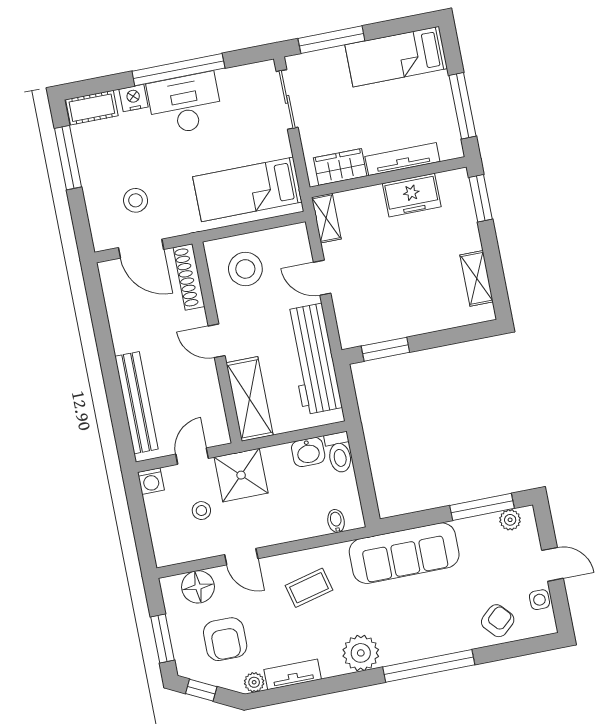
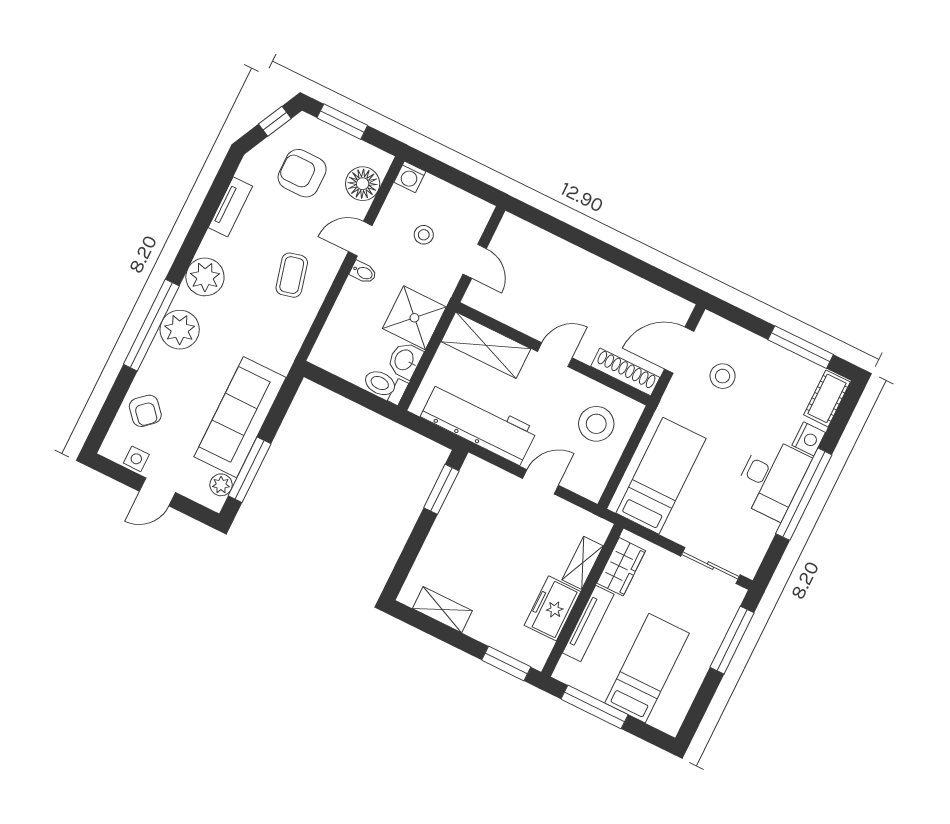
bed: (396, 57) -> (647, 668), moved
shelving: (326, 218) -> (583, 563), moved, turned 90
bench: (136, 403) -> (554, 249), removed
shower: (241, 475) -> (414, 318), moved
washing machine: (151, 481) -> (410, 177), moved, turned -90
bidet: (336, 521) -> (363, 272), moved
sofa: (404, 553) -> (240, 417), moved
plant: (254, 682) -> (180, 330), moved, width x1.88, depth x1.88

